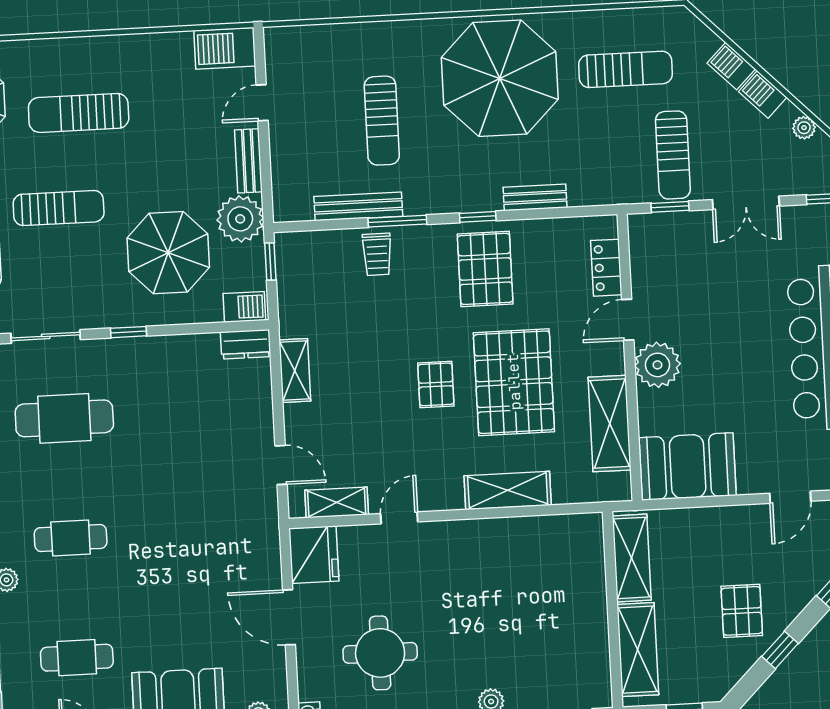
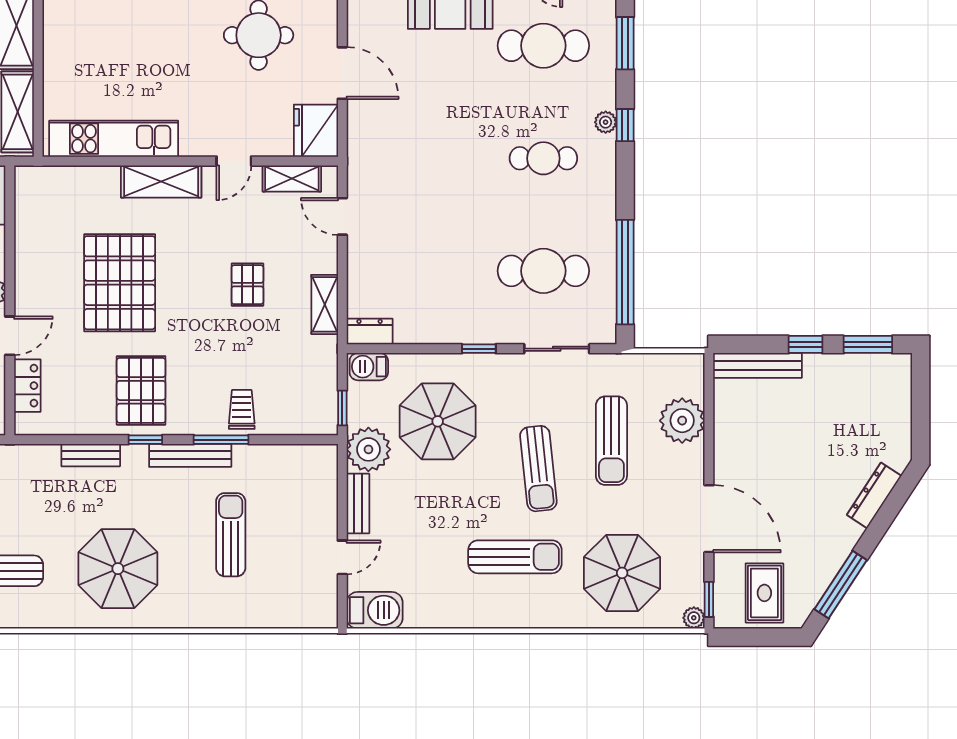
parasol: (500, 78) -> (118, 569), width x0.73, depth x0.73
bench: (358, 206) -> (190, 455), moved
sun lounger: (59, 208) -> (538, 469), turned -96
pallet: (436, 384) -> (247, 285), moved
shelving: (610, 424) -> (32, 239), removed
shelving: (508, 490) -> (161, 181), moved
kitchen unit: (528, 535) -> (114, 139), added
cafe table: (77, 658) -> (543, 46), width x1.37, depth x1.35

